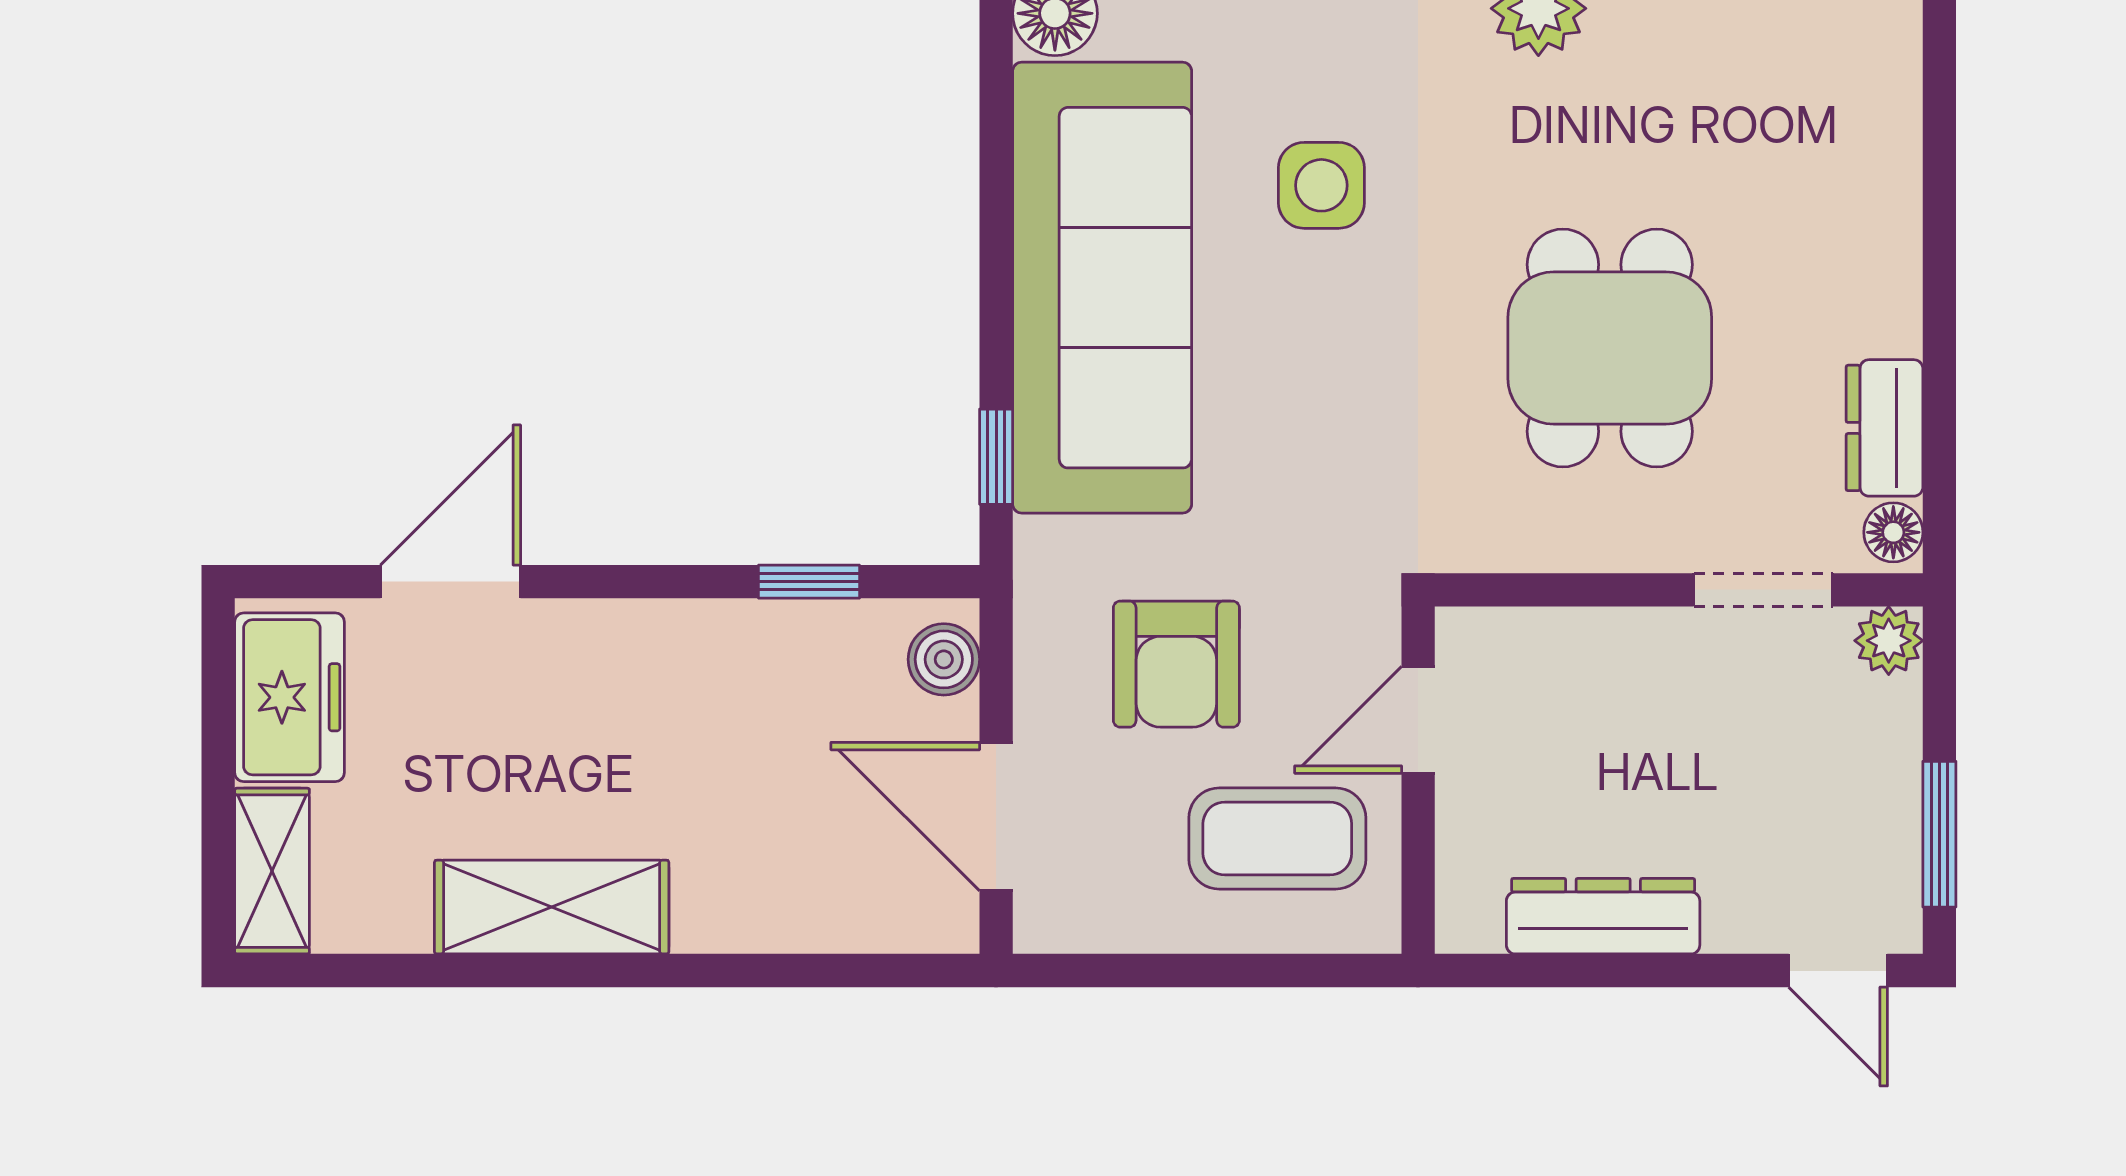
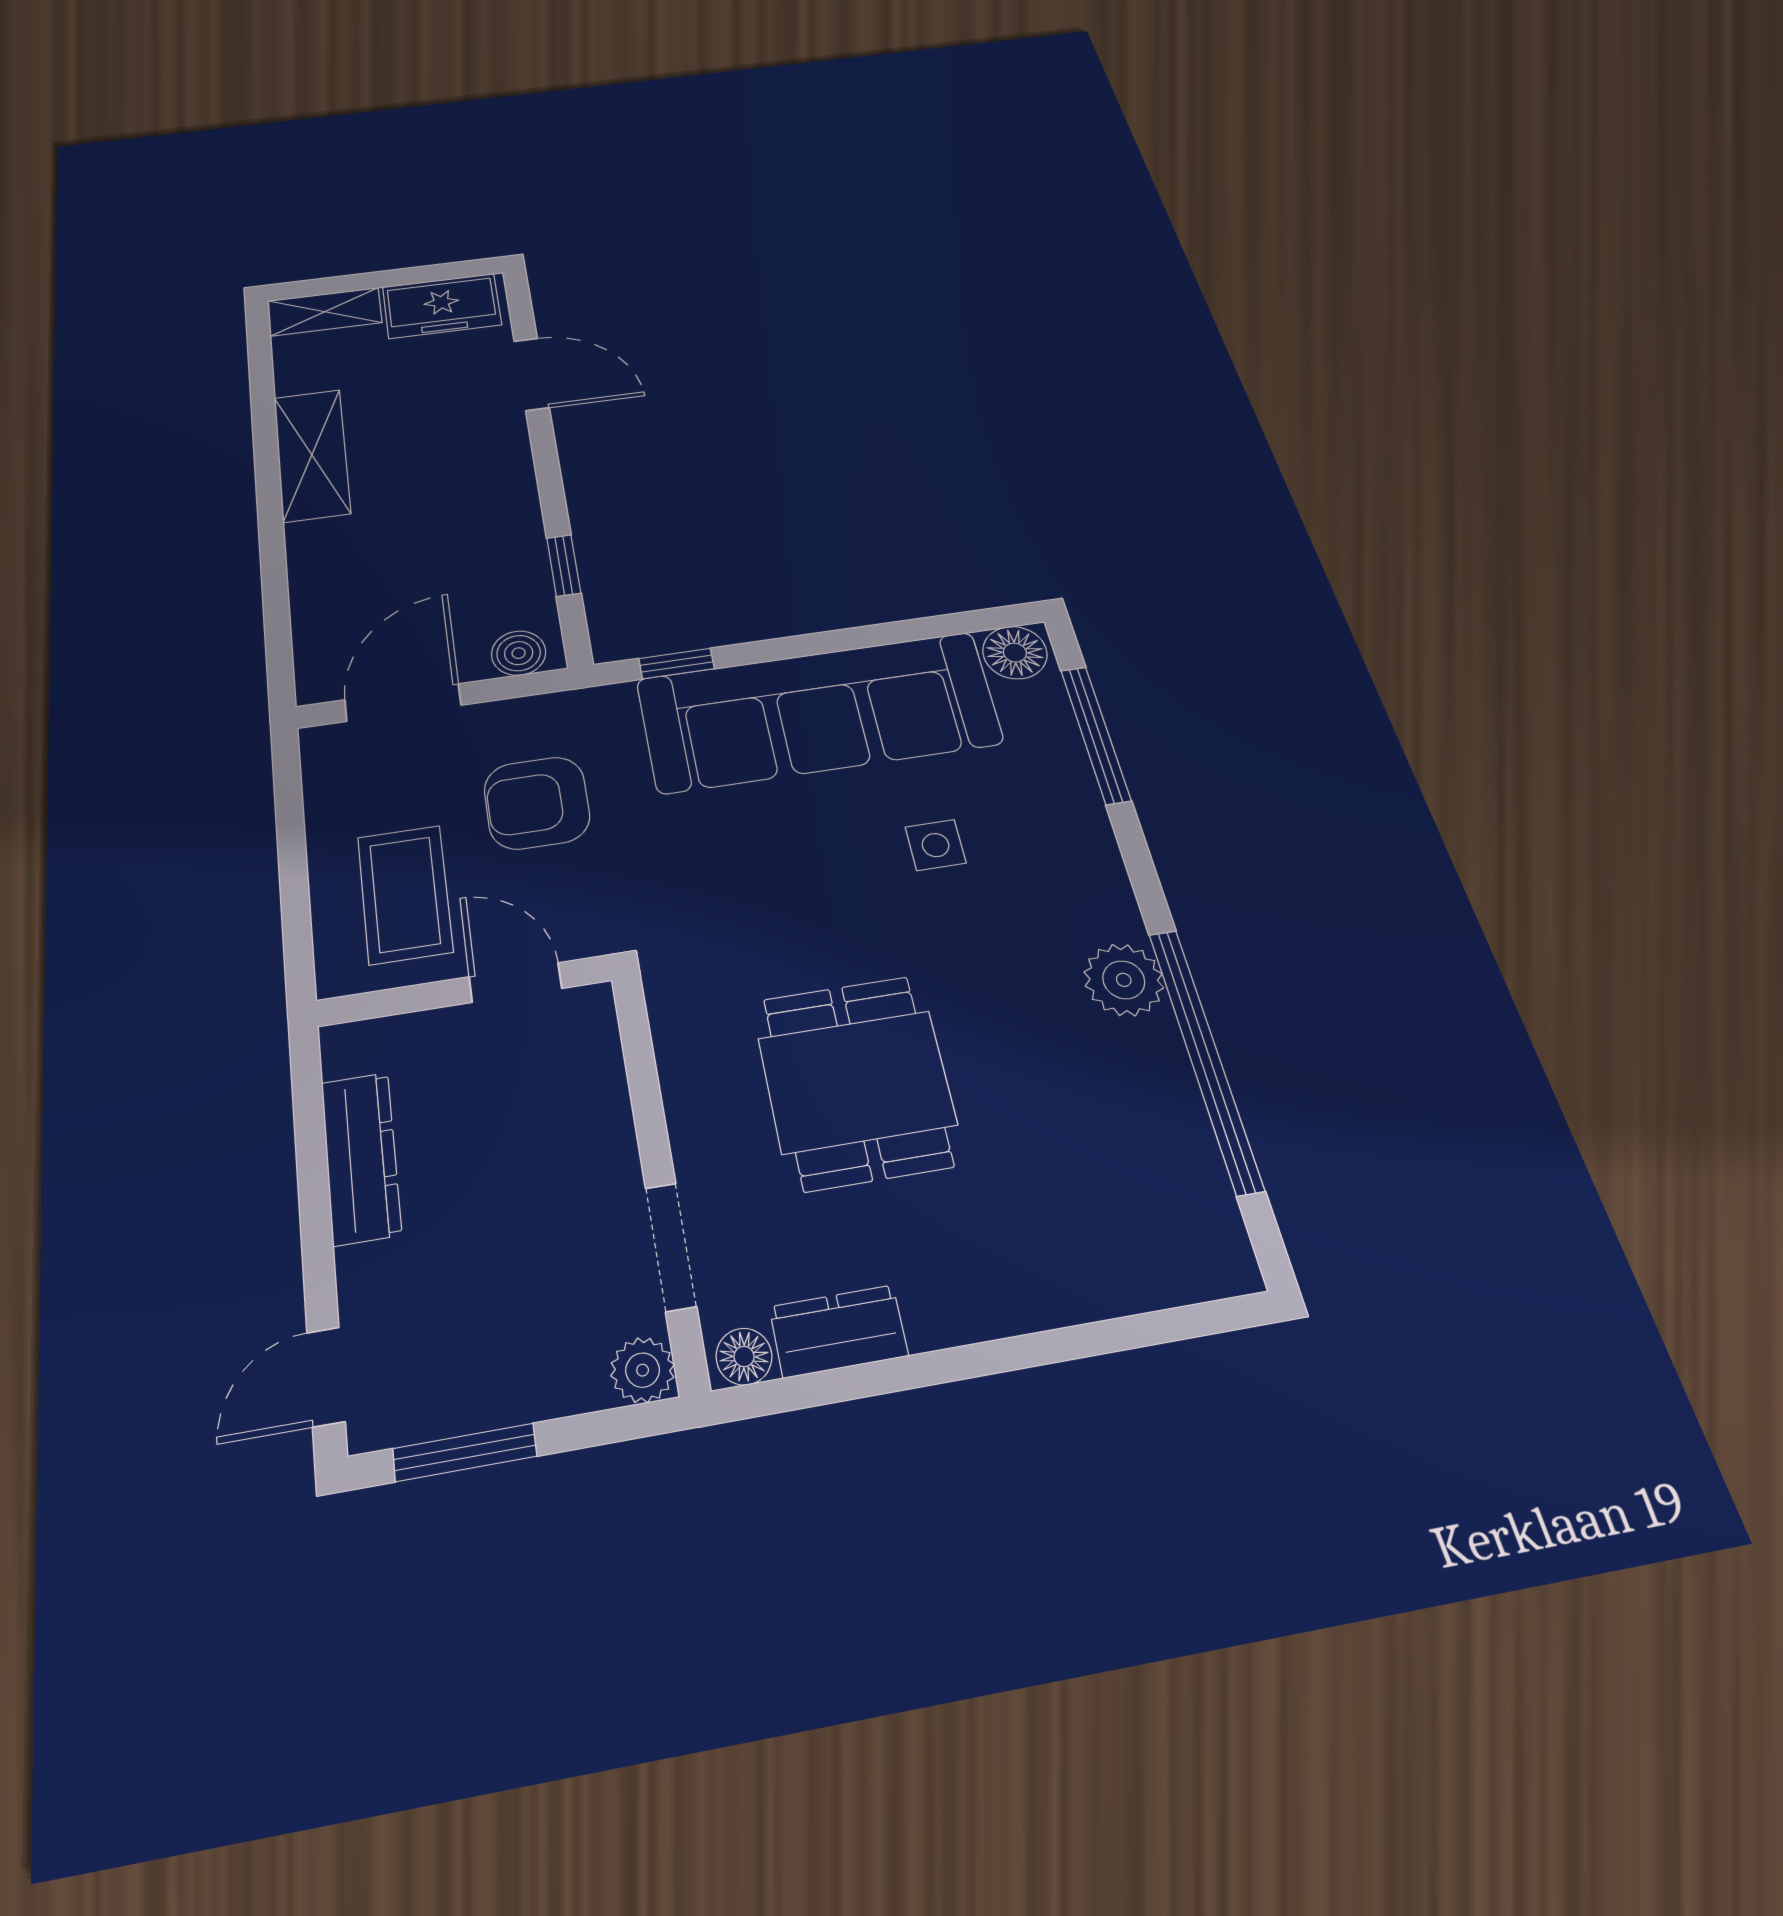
side table: (1321, 185) -> (936, 845), width x0.73, depth x0.73
dining table: (1610, 348) -> (857, 1082), turned 90

